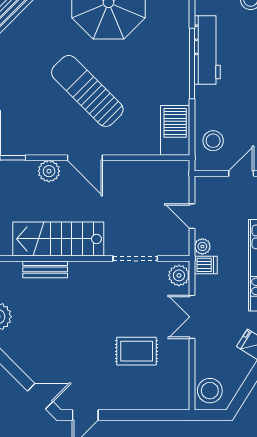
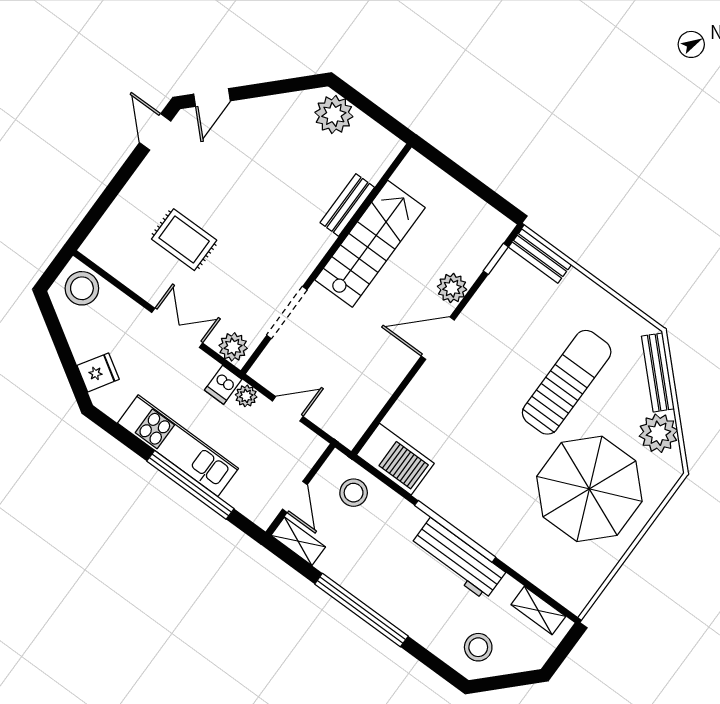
sun lounger: (87, 91) -> (567, 382), moved, turned -45
rug: (137, 351) -> (184, 240), turned 90

